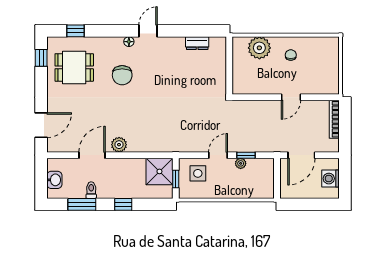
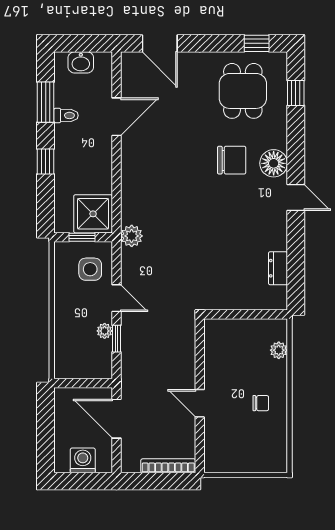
floor lamp: (129, 42) -> (274, 163), width x1.89, depth x1.89
plant: (259, 48) -> (279, 350), width x0.53, depth x0.53
chair: (122, 75) -> (232, 160), turned 180
plant: (119, 145) -> (132, 236), moved
door: (92, 155) -> (116, 117), hinge flipped

